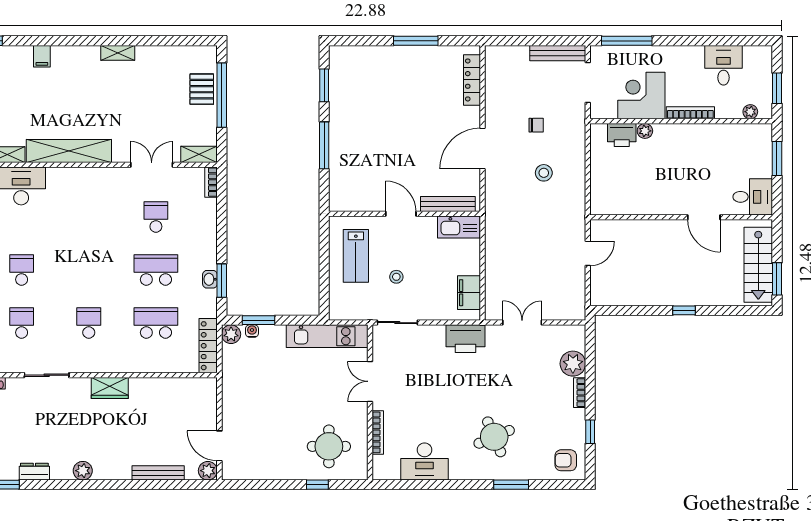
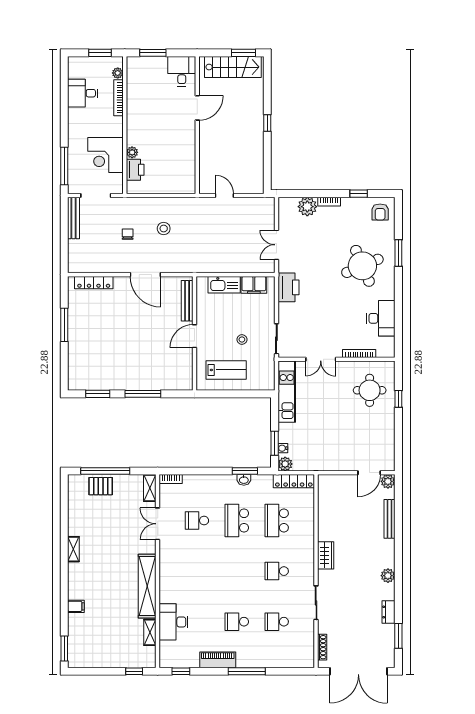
bookcase: (690, 113) -> (118, 98), moved
kitchen sink: (459, 227) -> (224, 285), moved, turned 90
round table: (494, 437) -> (362, 266), width x1.36, depth x1.36

